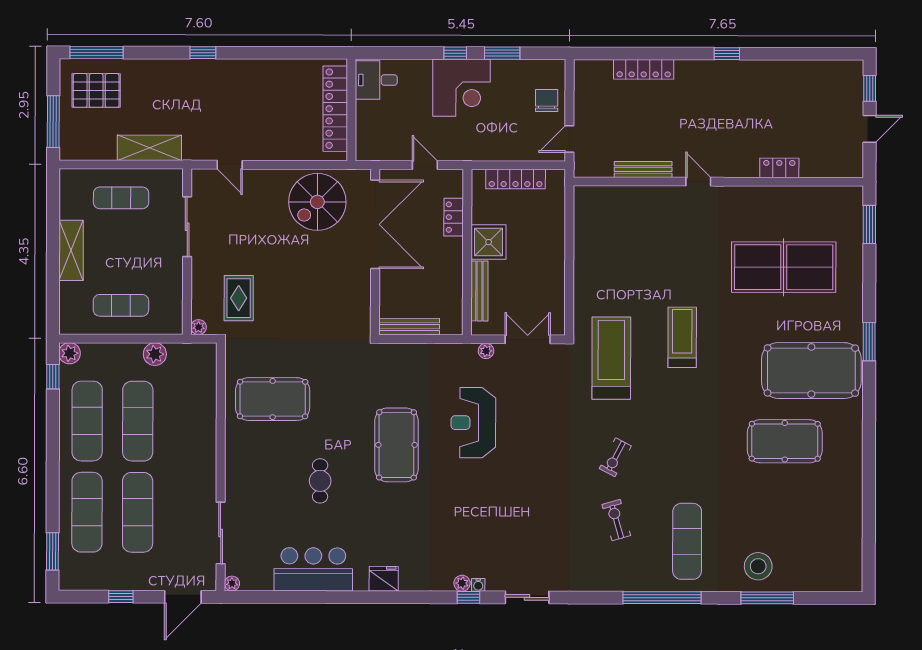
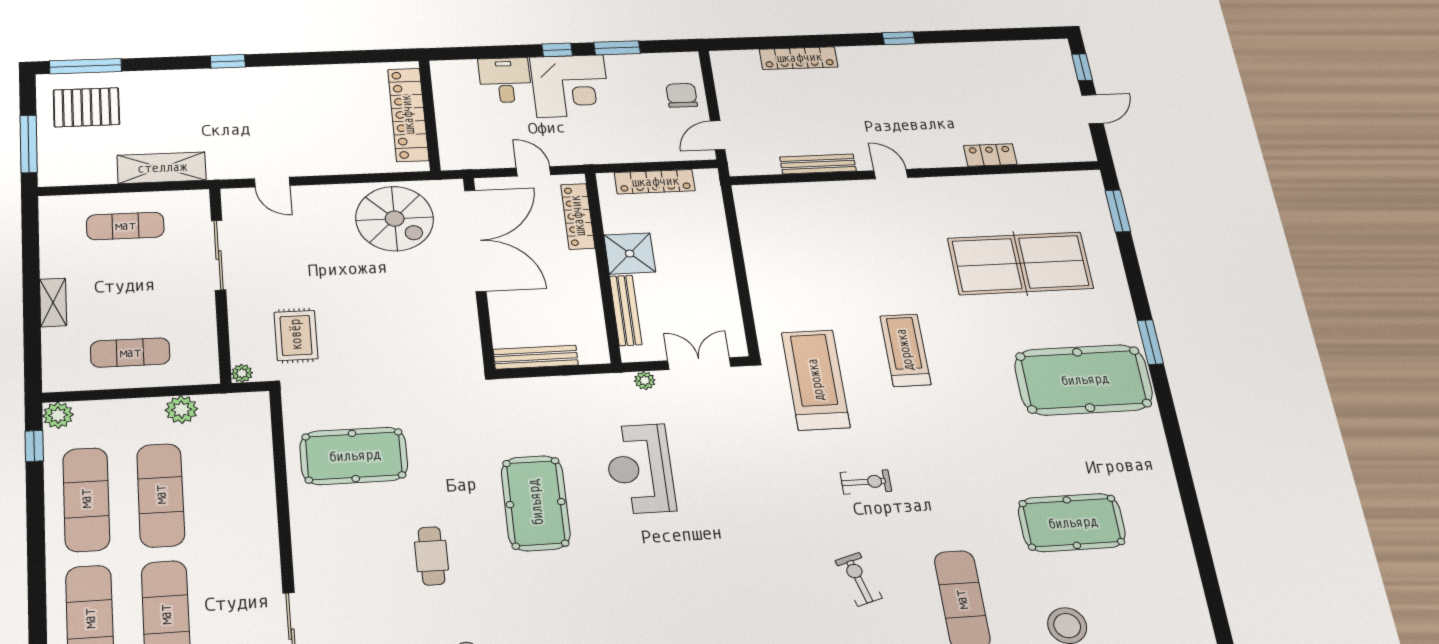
desk: (376, 80) -> (505, 80), moved, turned 90
spiral stairs: (317, 202) -> (395, 219), turned -90
locker: (454, 217) -> (578, 216), width x1.53
shelving: (71, 250) -> (53, 302), width x0.67, depth x0.75
pool table: (785, 441) -> (1072, 523), moved
exercise bike: (615, 457) -> (866, 482), moved, turned -118

